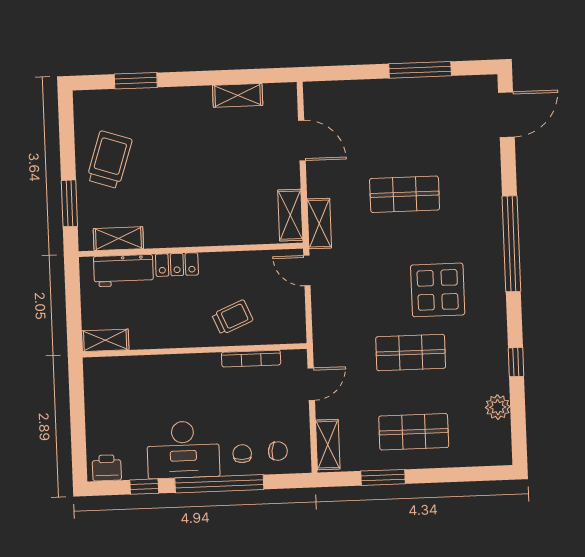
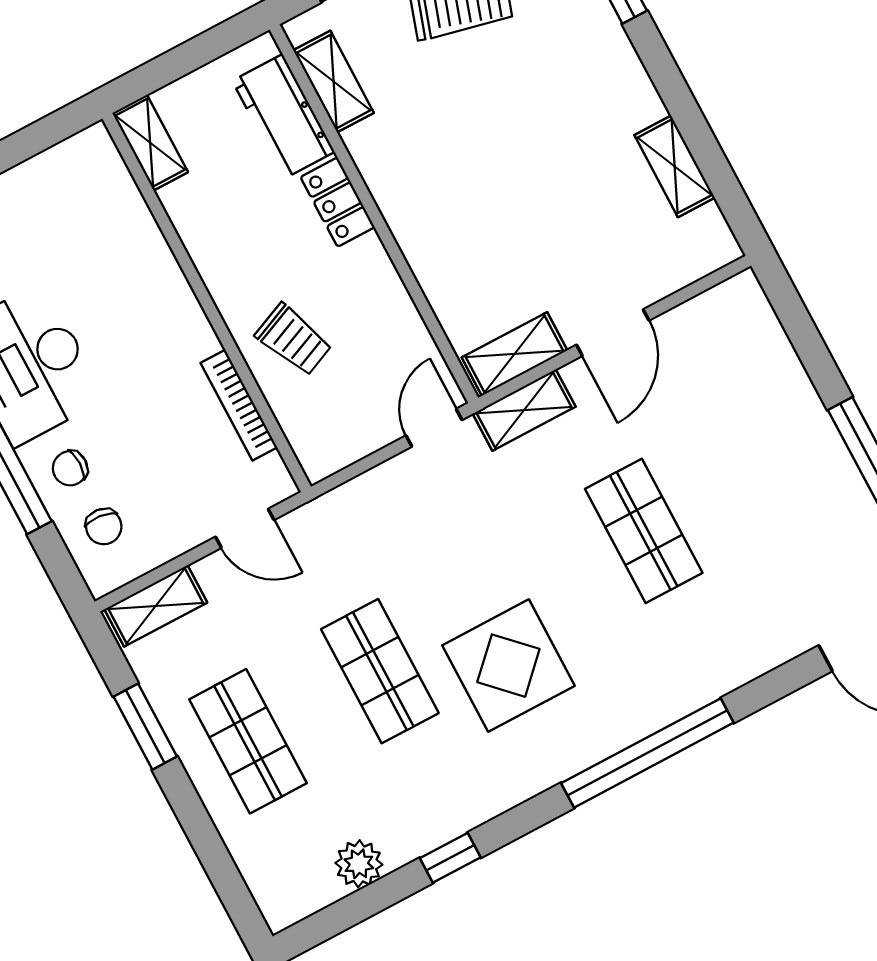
door: (302, 140) -> (613, 333), moved
chair: (242, 454) -> (70, 468), turned 180

